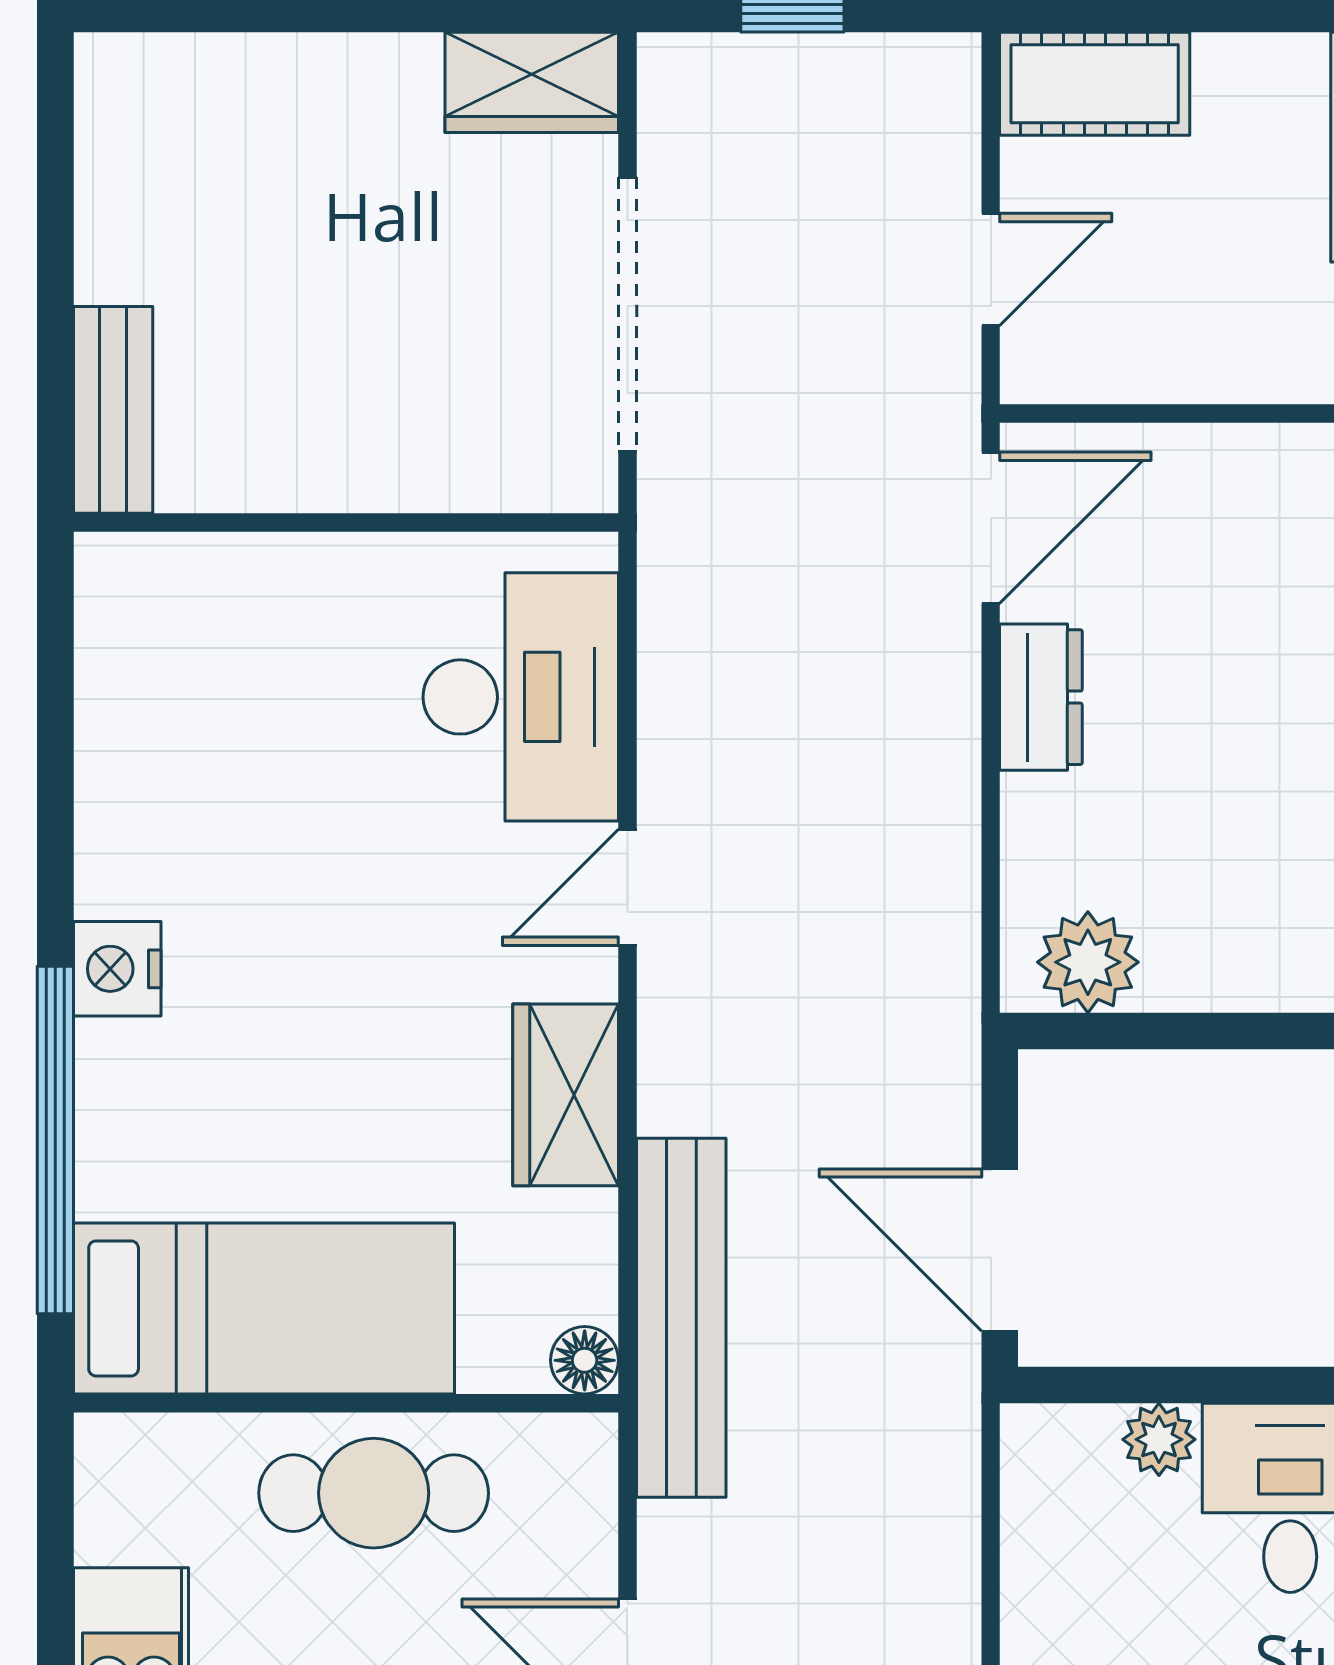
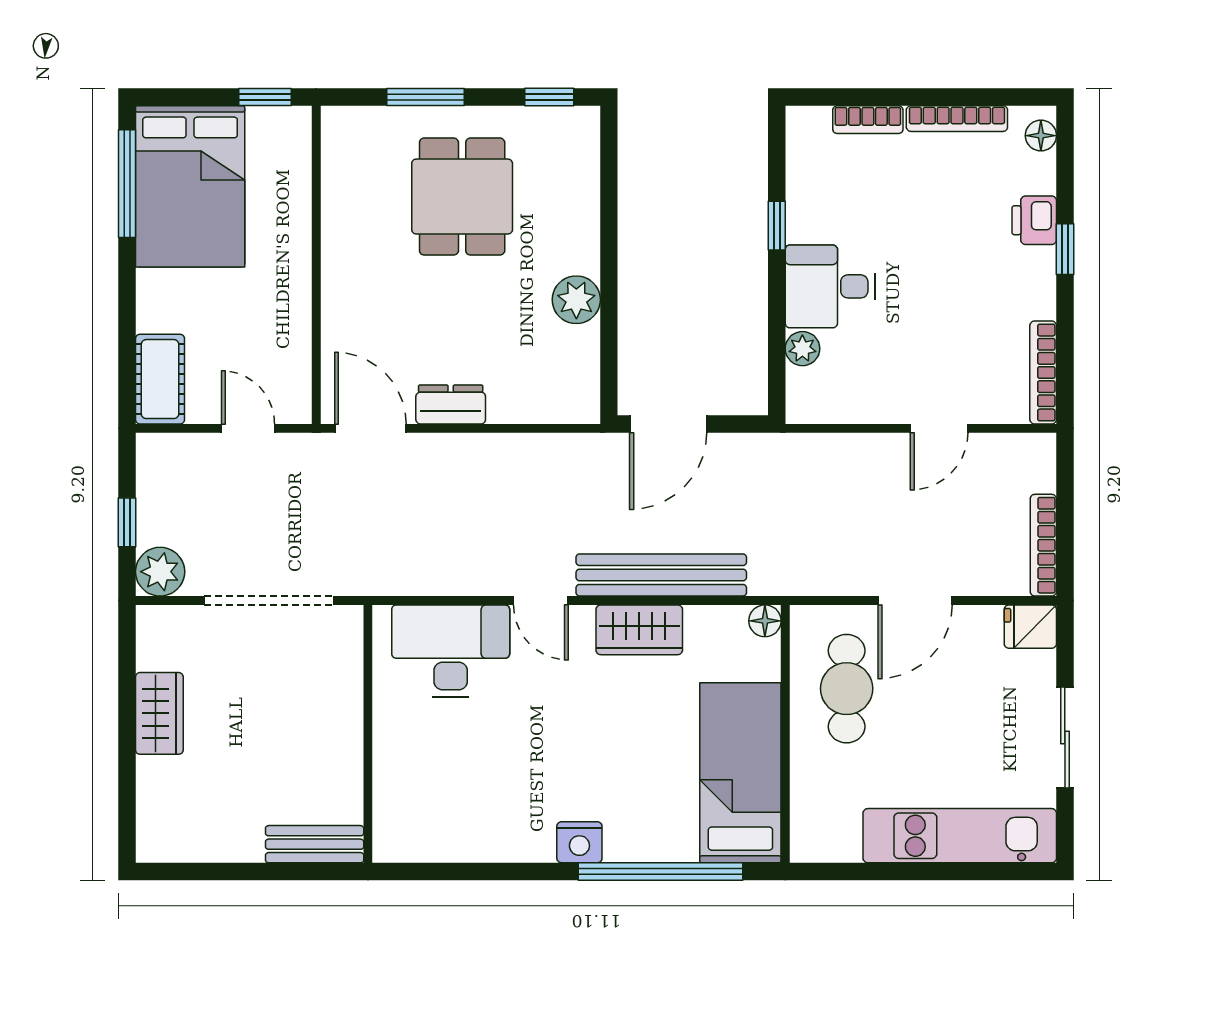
wardrobe: (532, 82) -> (159, 713), moved
plant: (688, 84) -> (160, 572), added
plant: (1088, 962) -> (576, 300), moved
door: (1000, 1250) -> (668, 424), moved
bench: (681, 1318) -> (661, 575), moved
cafe table: (374, 1493) -> (847, 689), moved

